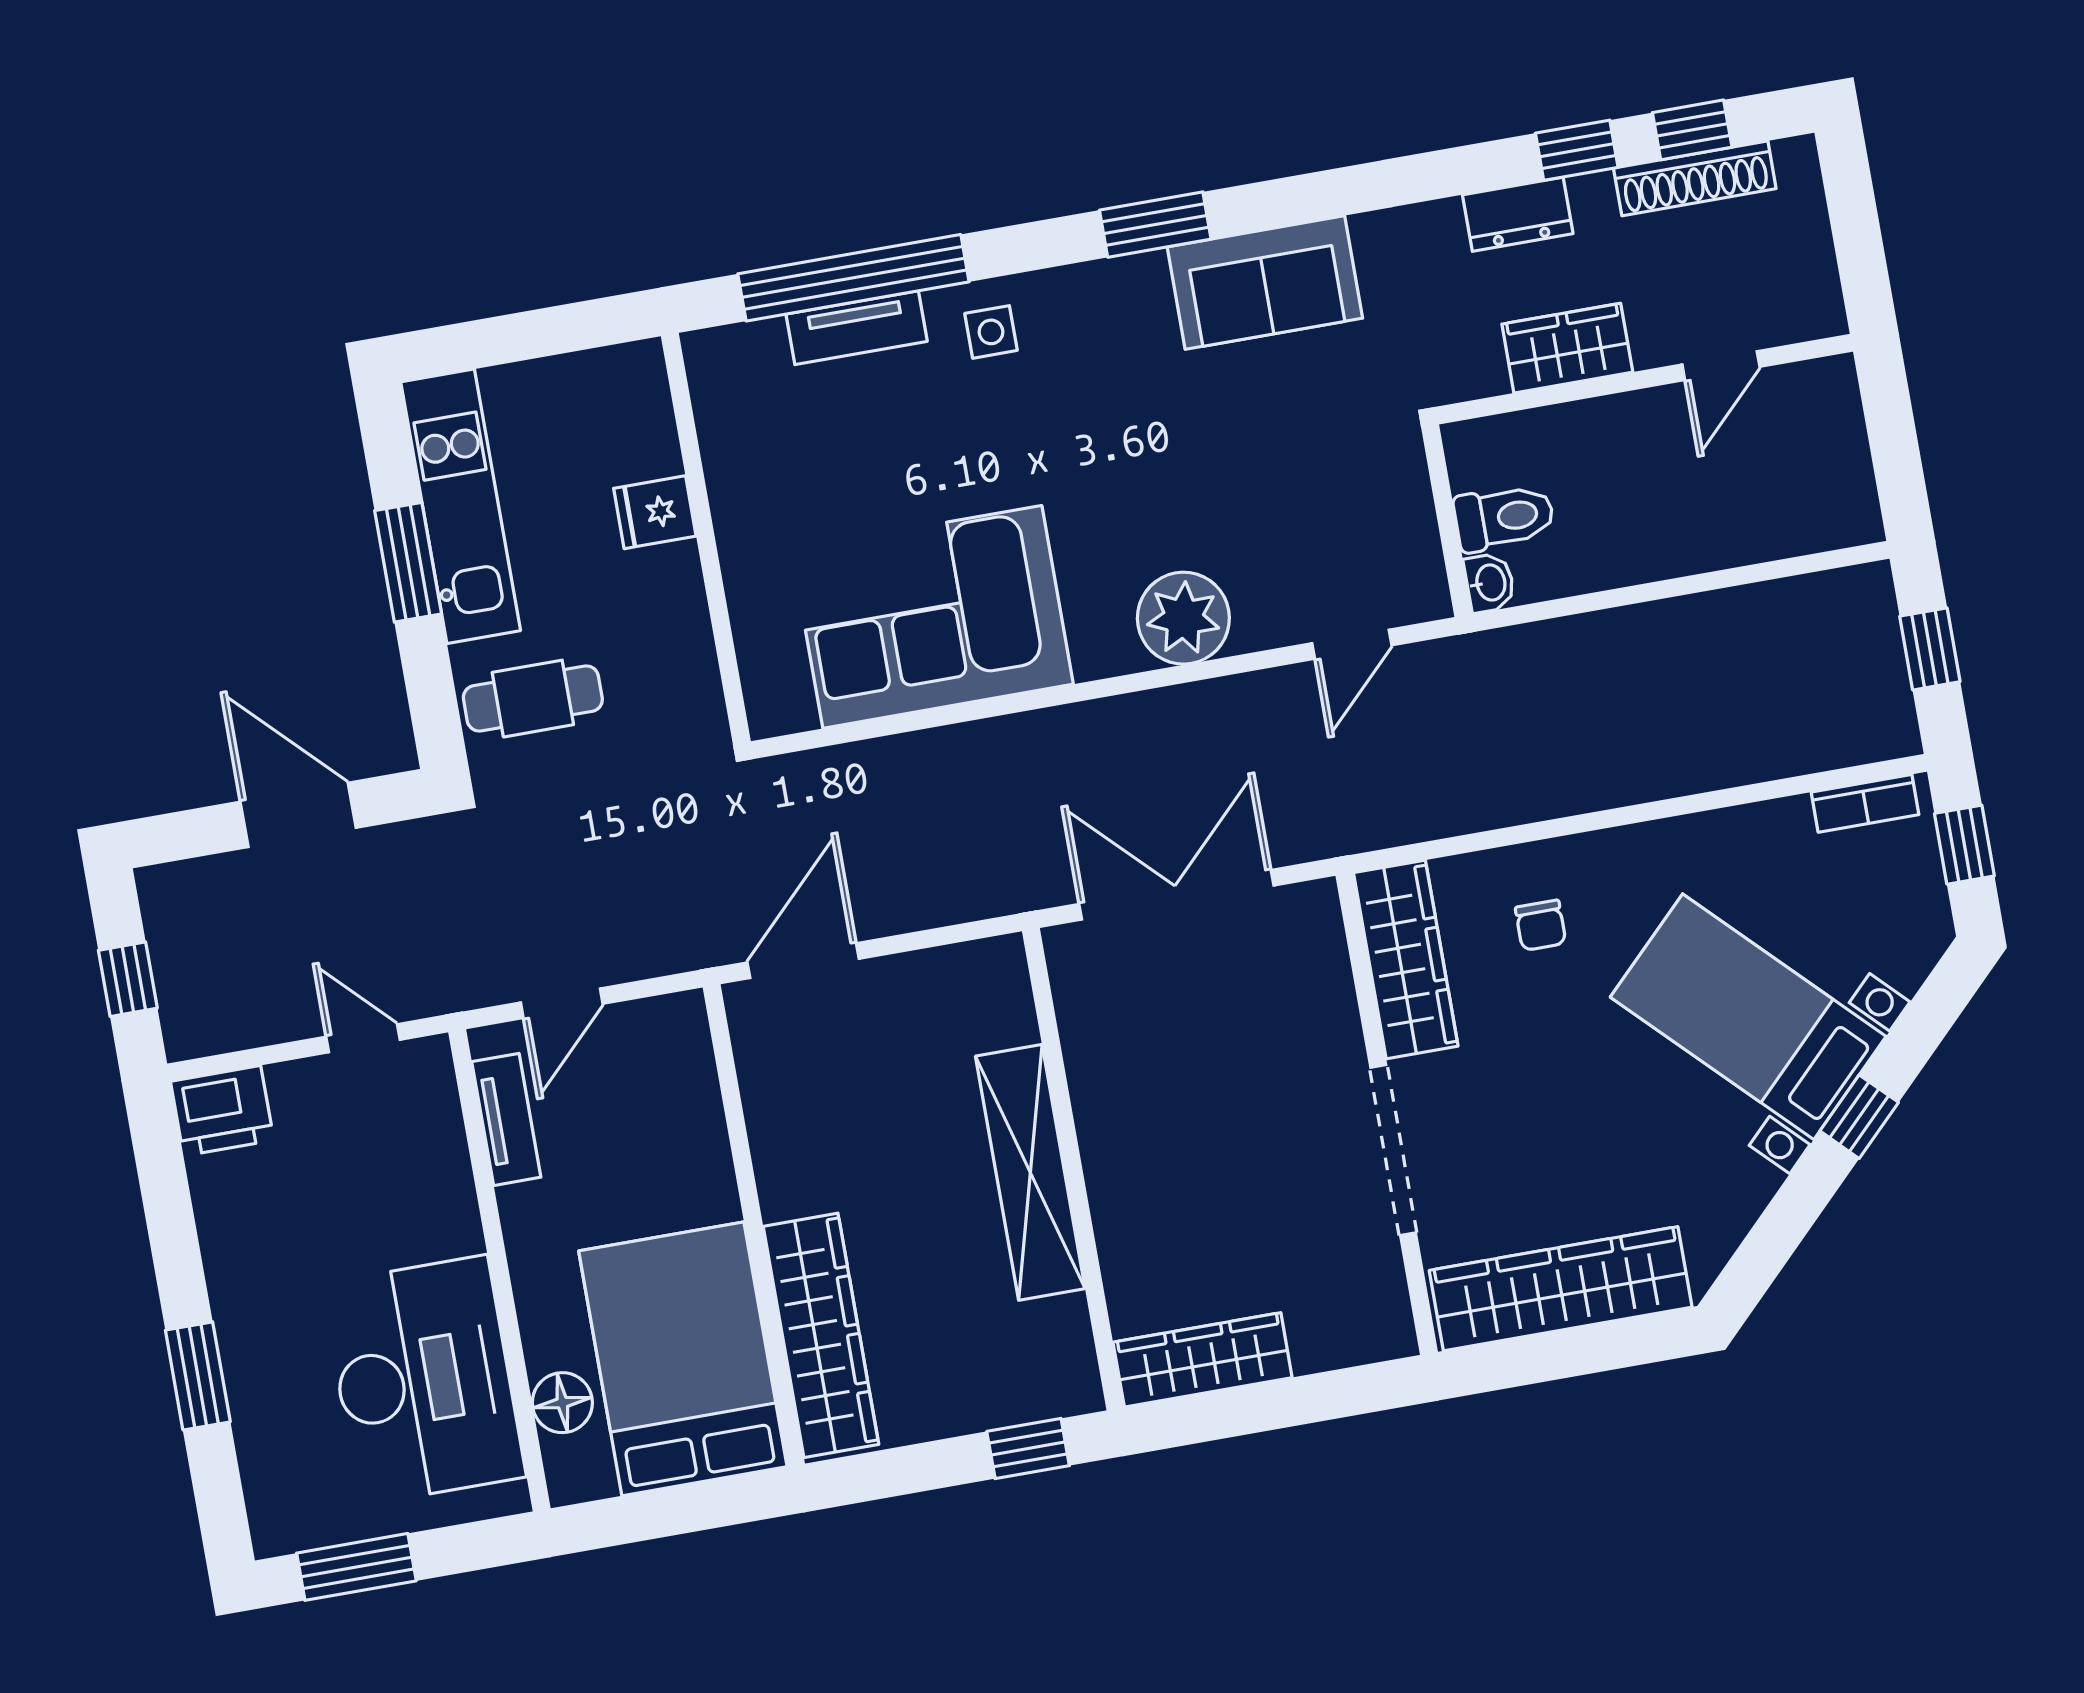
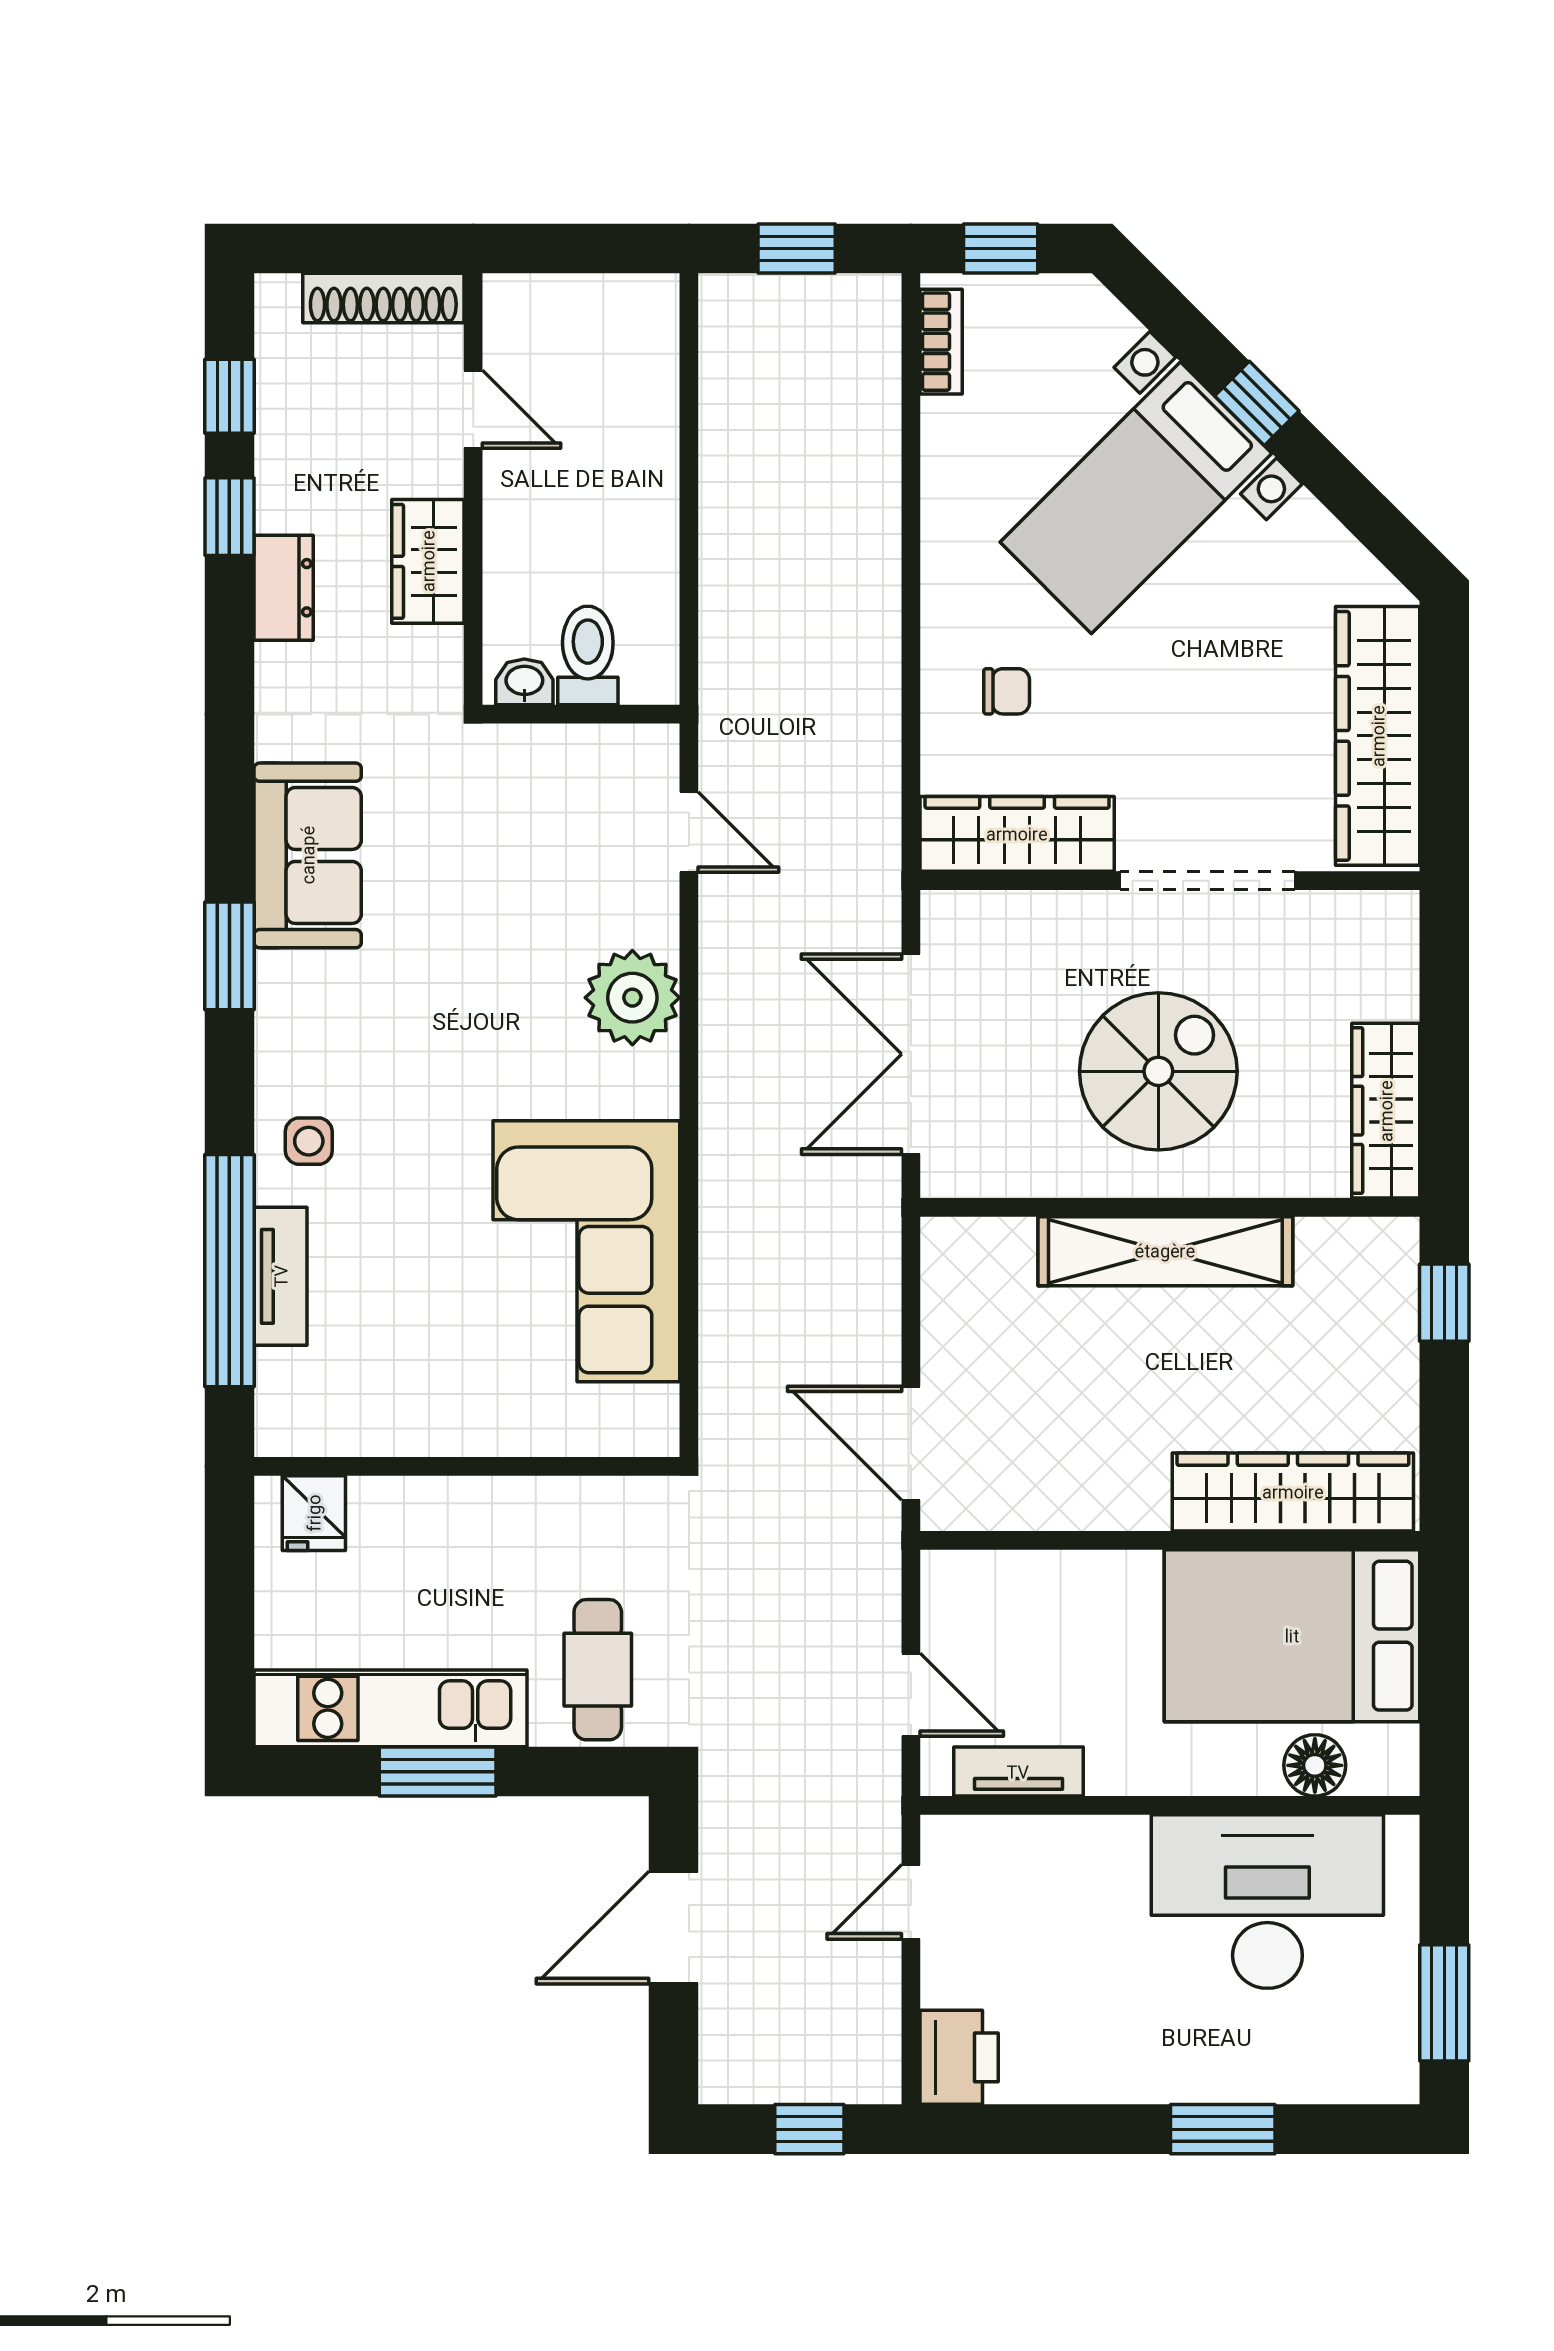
shoe rack: (1695, 178) -> (383, 298), moved, turned 90
fridge: (655, 512) -> (314, 1513), moved
washbasin: (1490, 583) -> (524, 682), moved
spiral stairs: (1202, 1135) -> (1158, 1071), added

